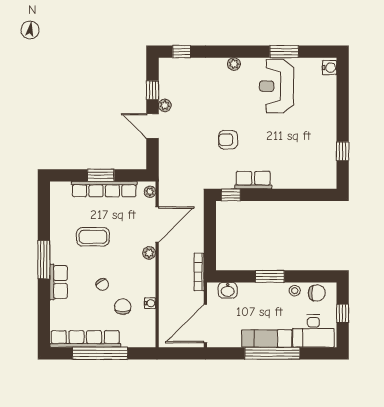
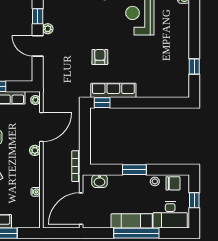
armchair: (228, 140) -> (100, 57), turned 90
row of seats: (253, 180) -> (113, 90), width x1.48
chair: (123, 307) -> (13, 195), removed

